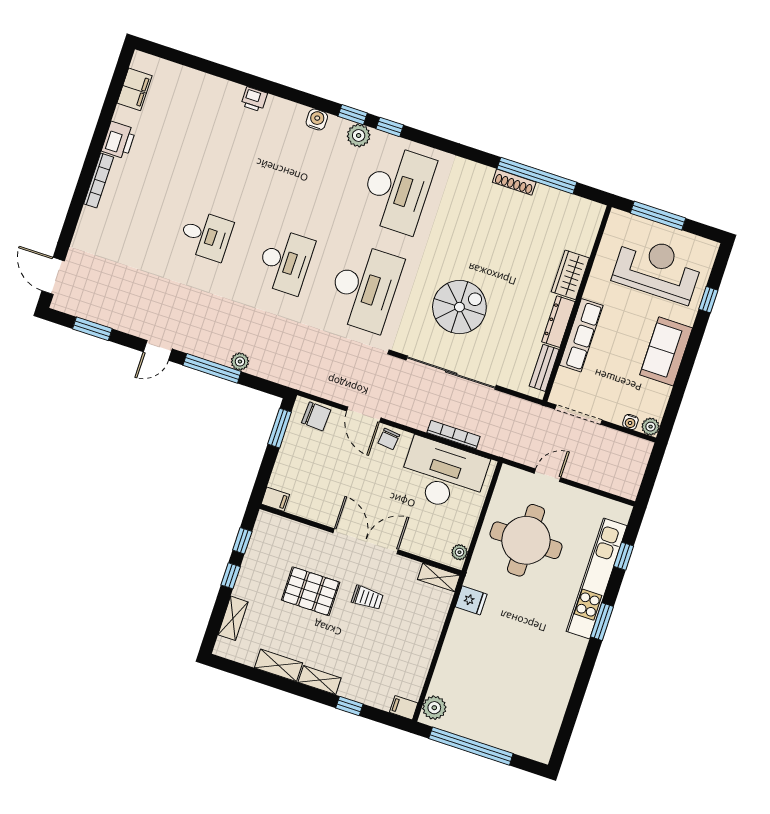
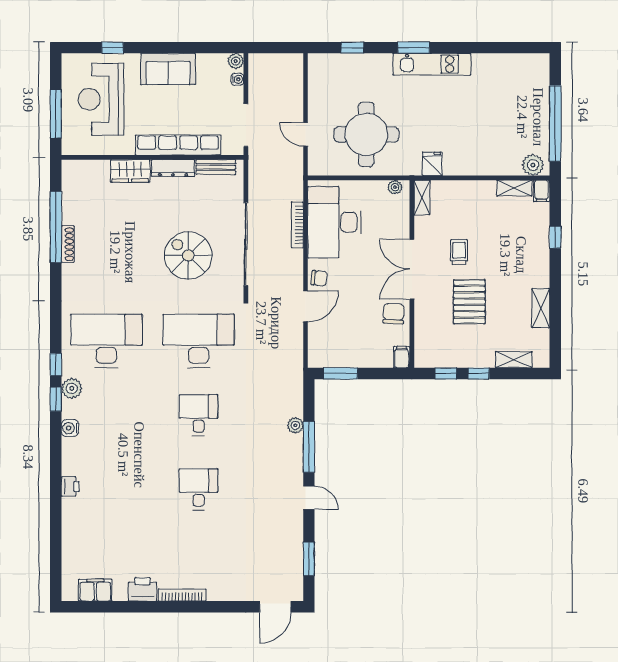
desk: (285, 262) -> (199, 415), width x0.73
row of seats: (581, 335) -> (178, 145), width x1.36
chair: (316, 416) -> (394, 314), moved
kitchen unit: (597, 578) -> (432, 64), moved, width x0.73
shelving: (320, 680) -> (514, 188), moved, turned 90

